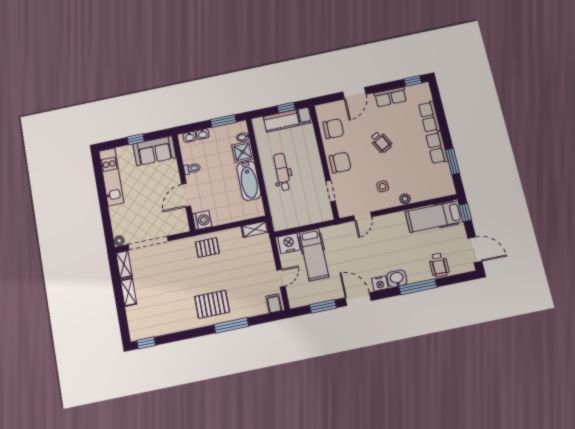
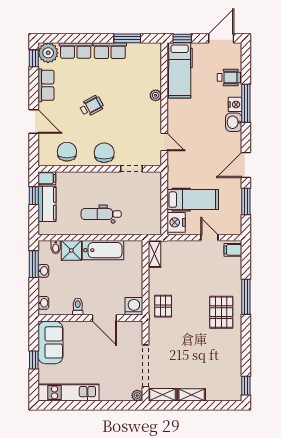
plant: (421, 93) -> (48, 53), added
washbasin: (203, 134) -> (43, 271), moved
side table: (383, 186) -> (138, 115), removed
nightstand: (380, 283) -> (235, 104), moved

